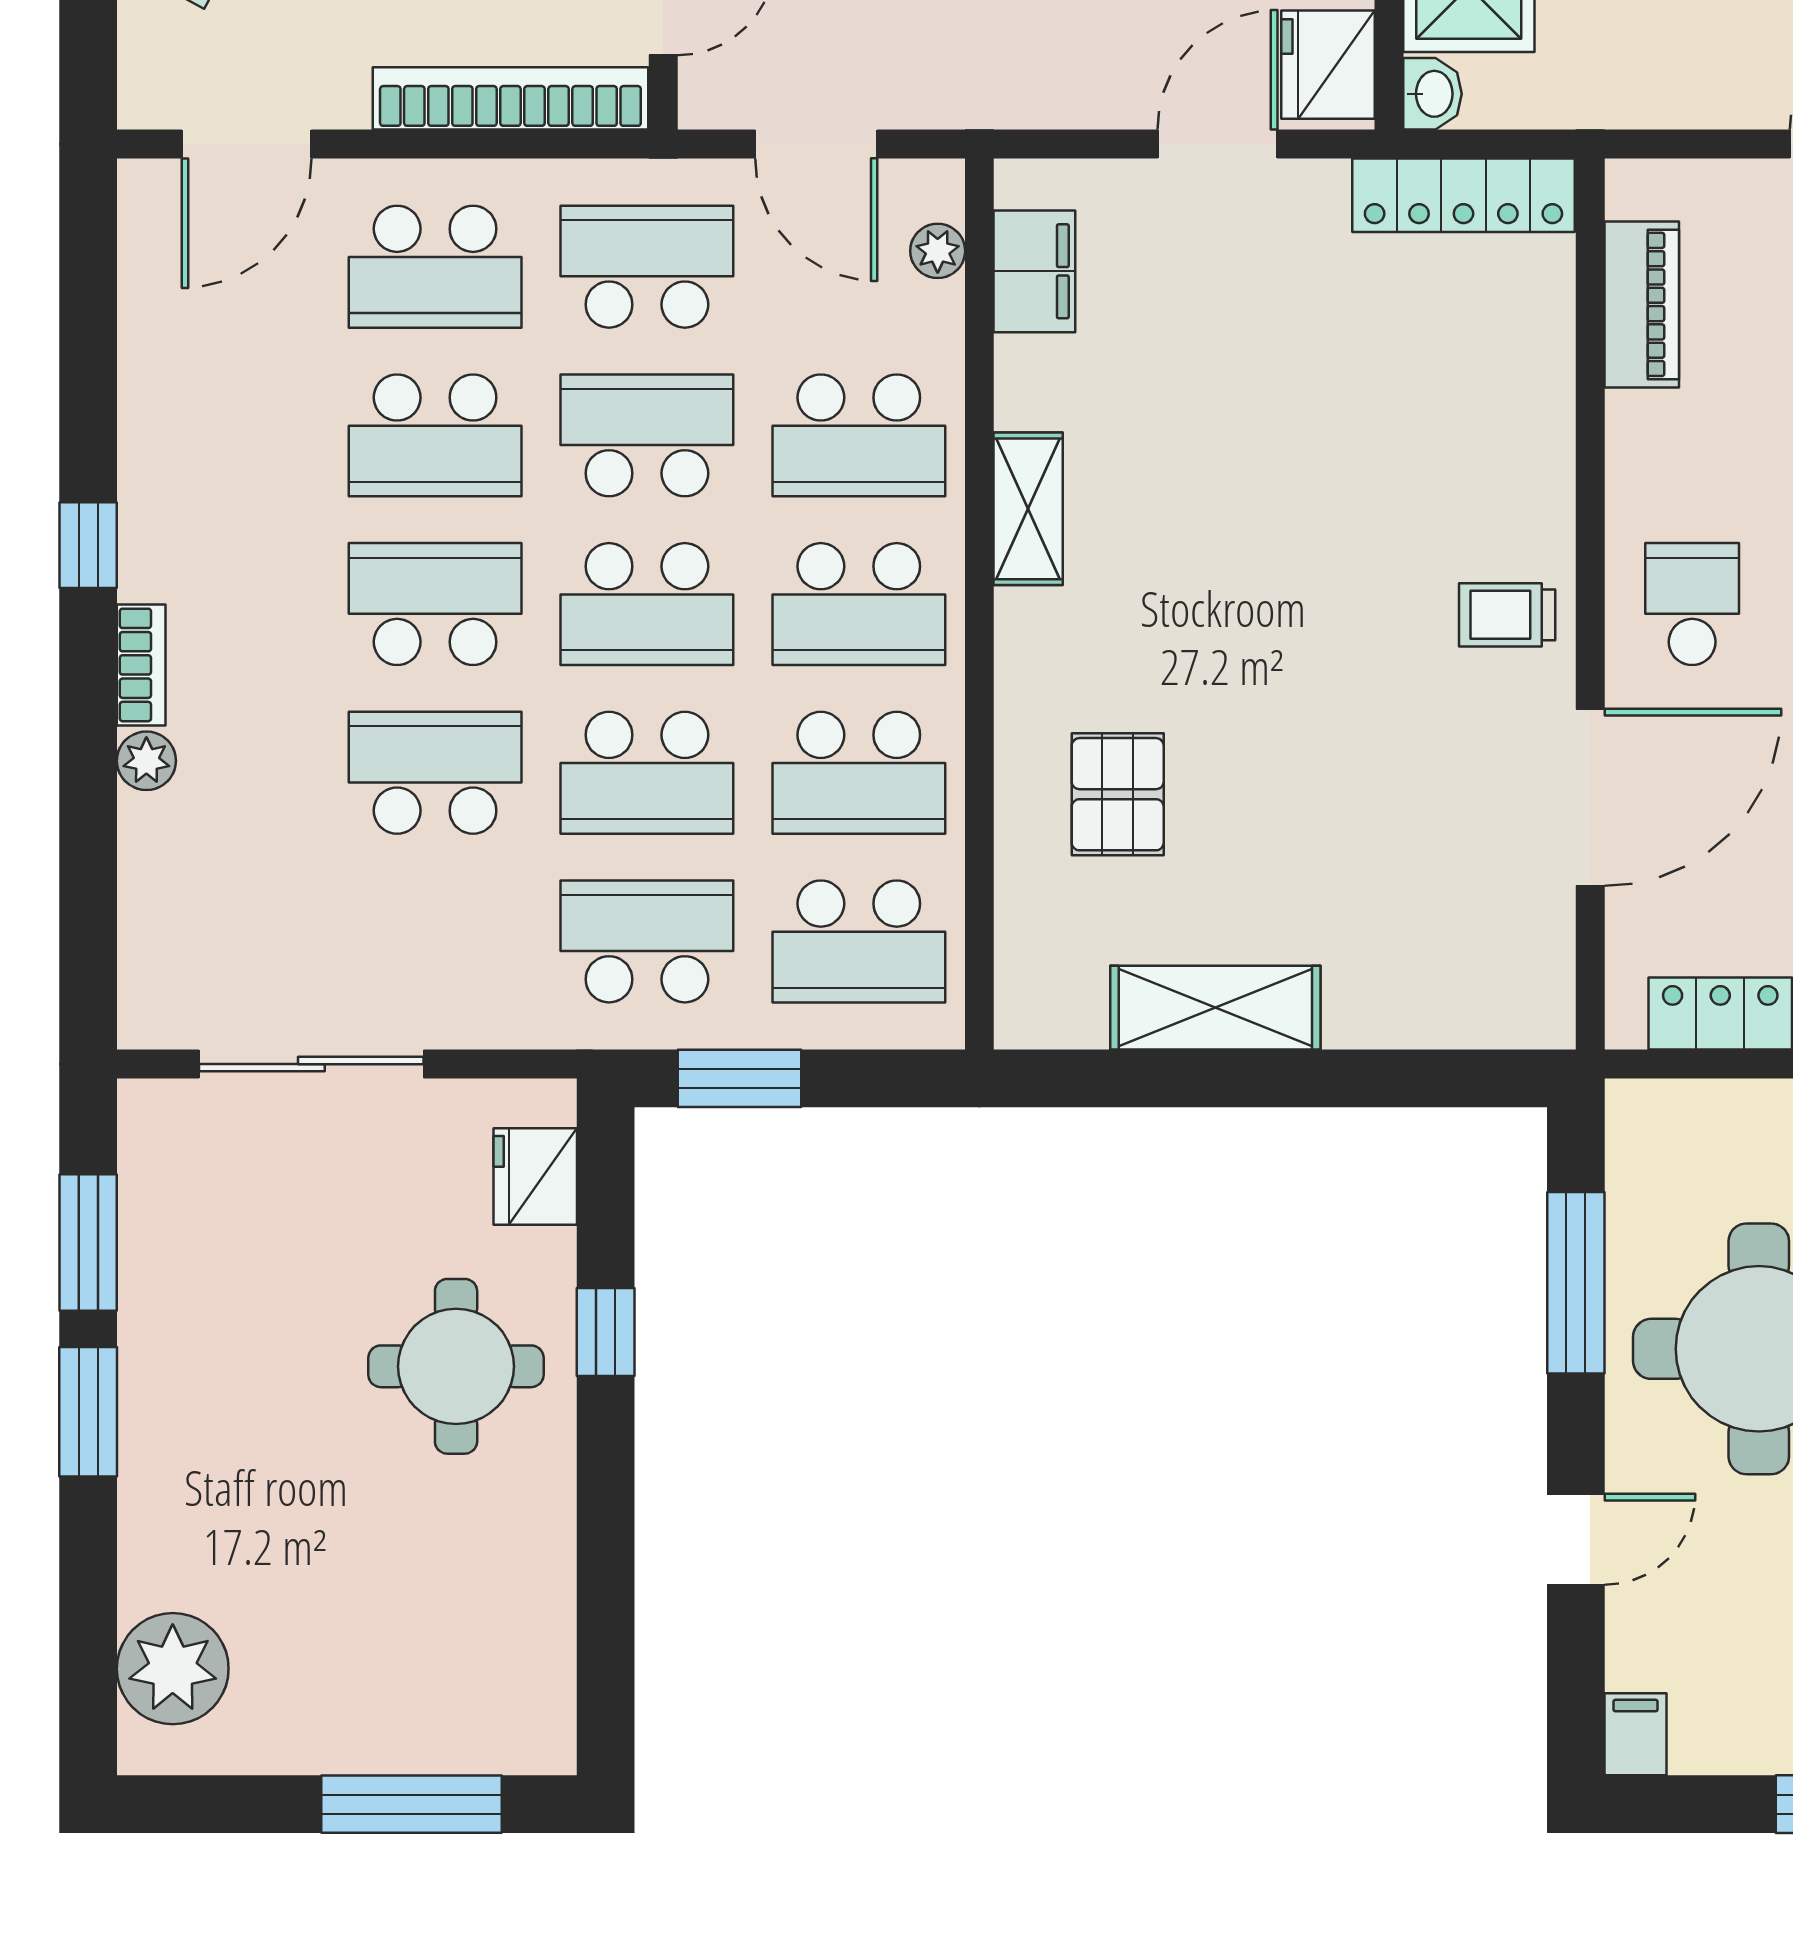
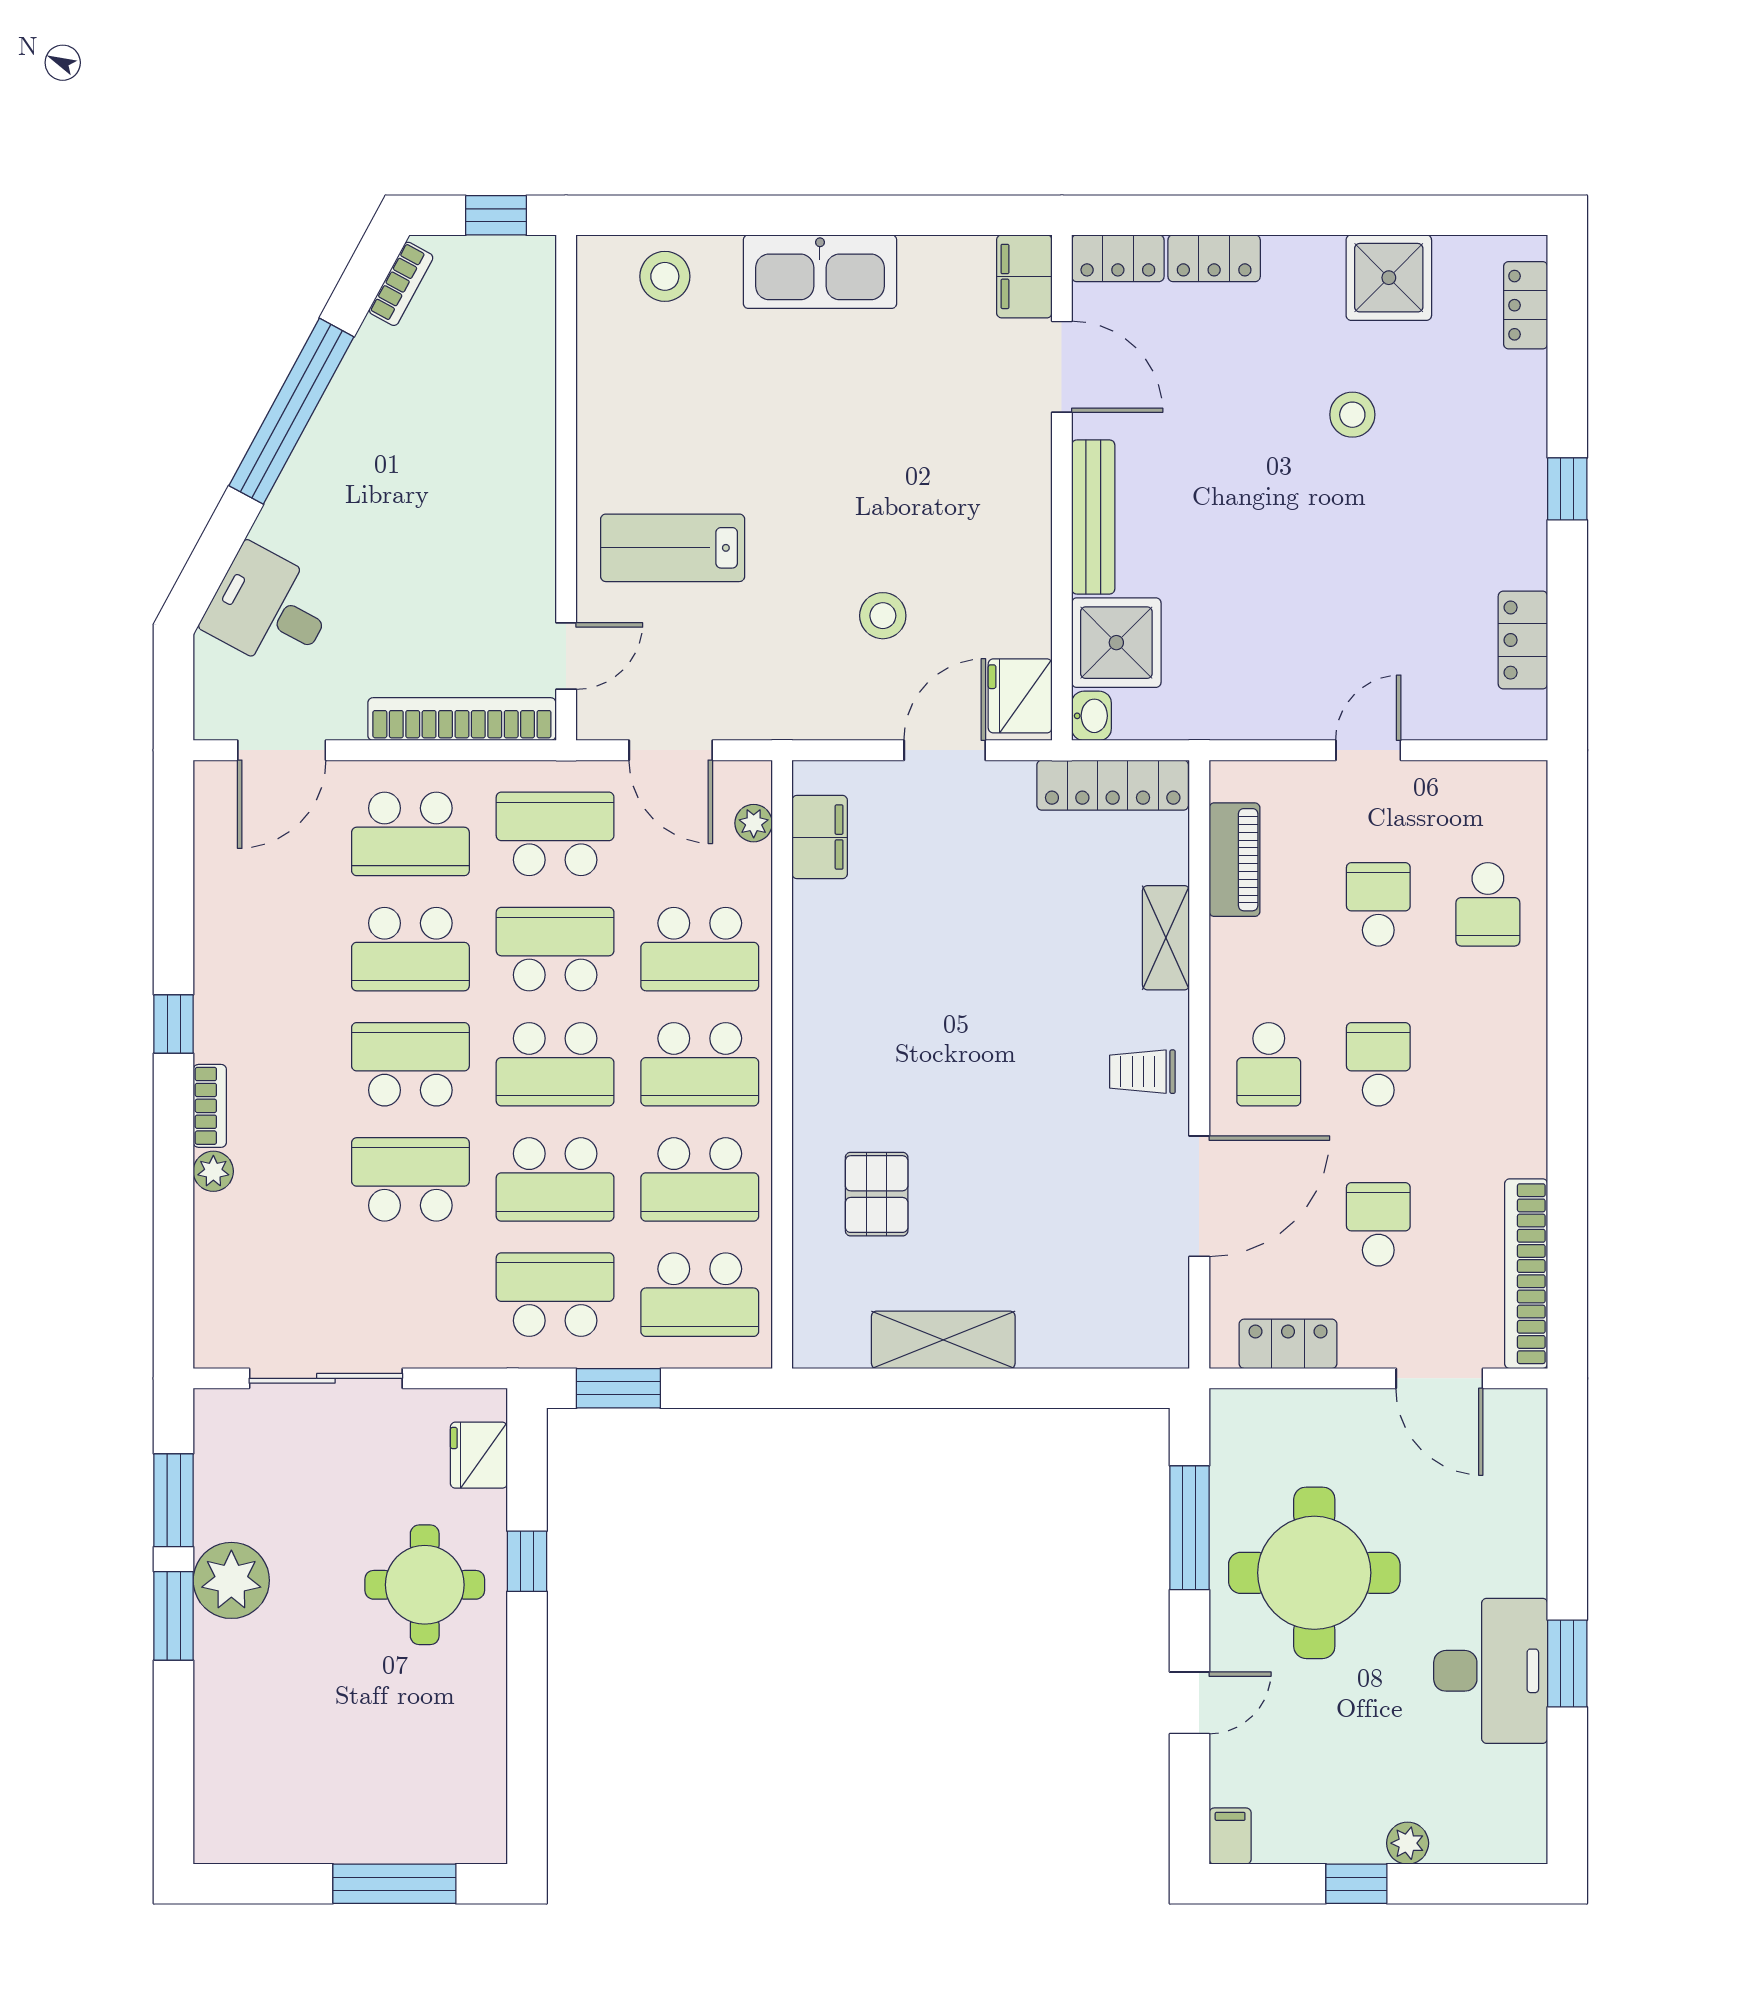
shelving: (1028, 509) -> (1166, 938), moved
school desk: (1692, 604) -> (1269, 1064), turned 180
plant: (173, 1669) -> (231, 1580), moved

